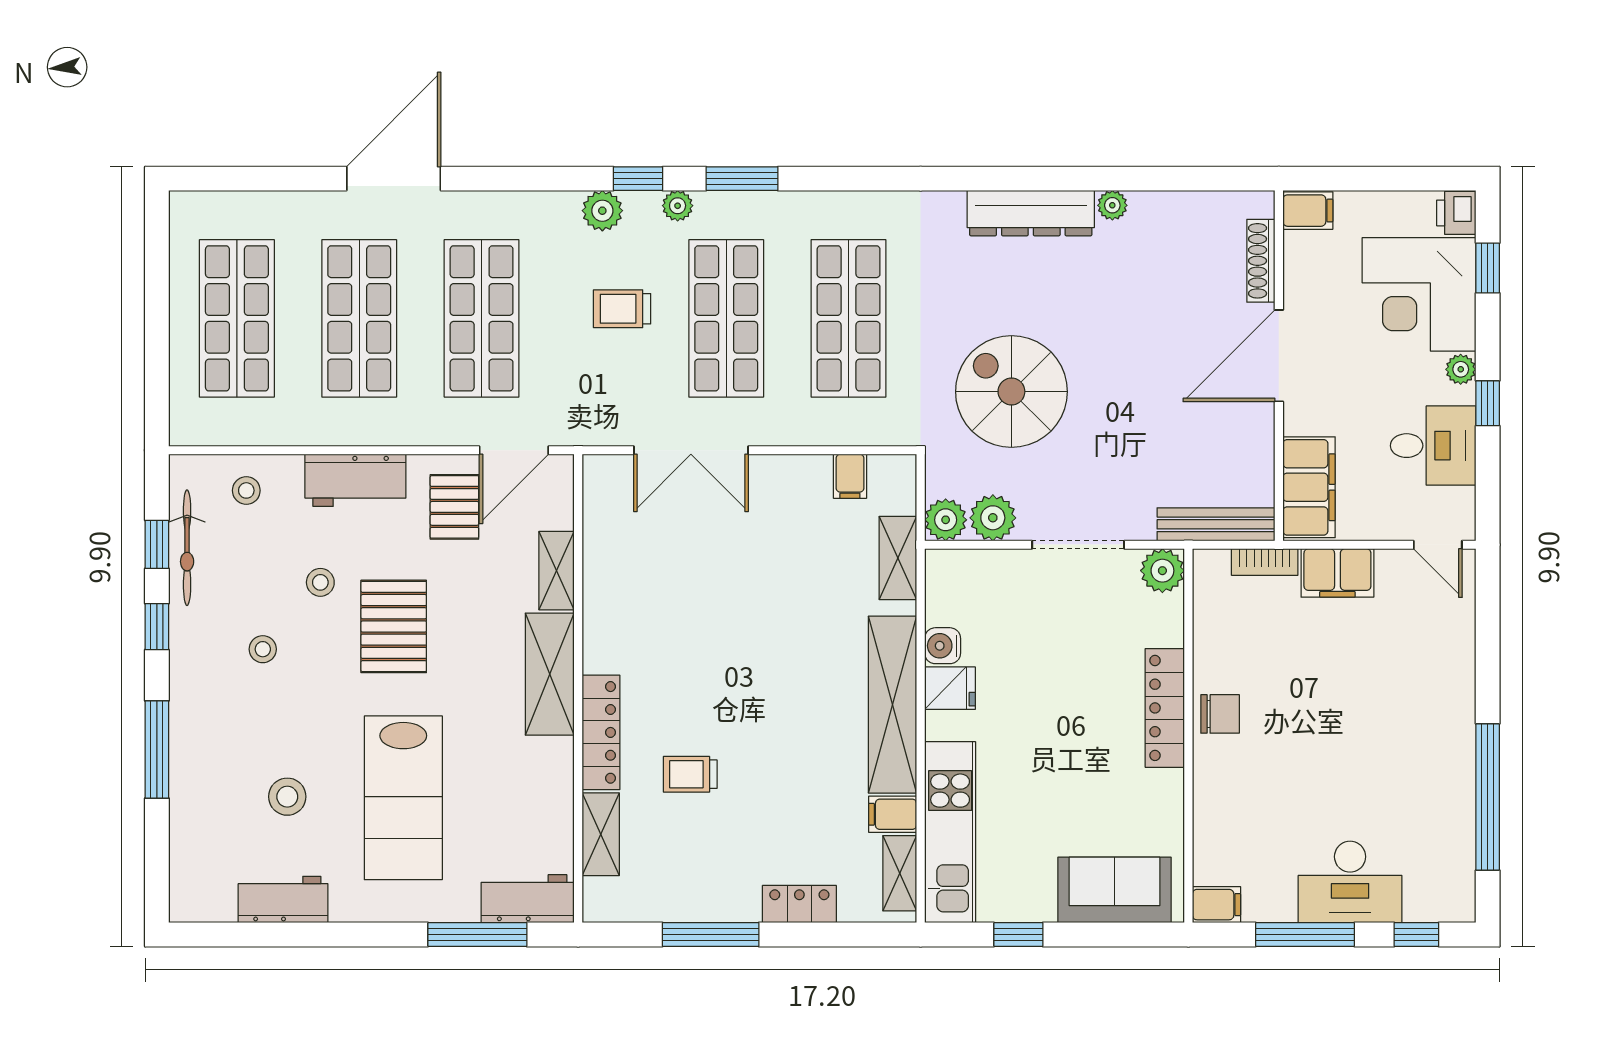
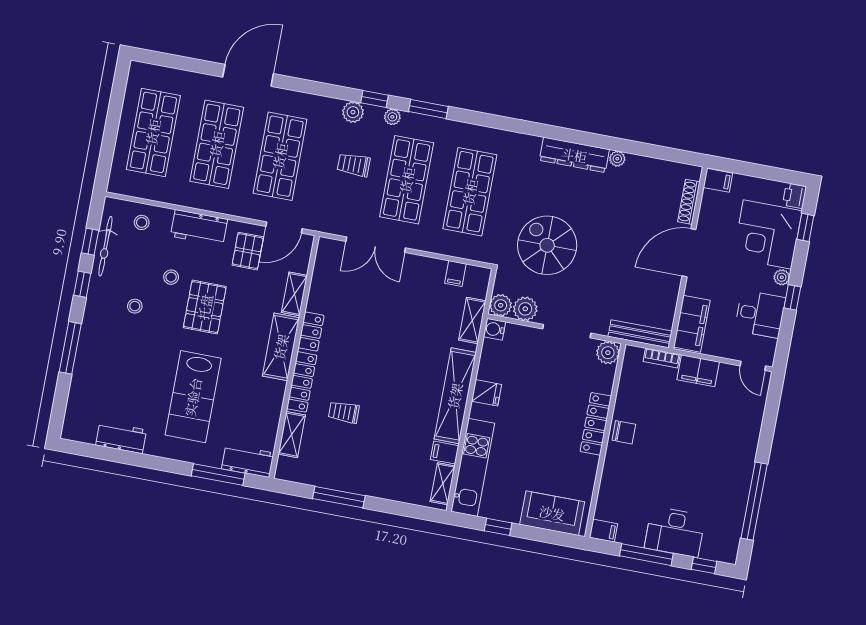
water cooler: (943, 646) -> (495, 329), moved
stool: (287, 797) -> (133, 385), removed
locker: (799, 904) -> (311, 332), moved, turned 90

